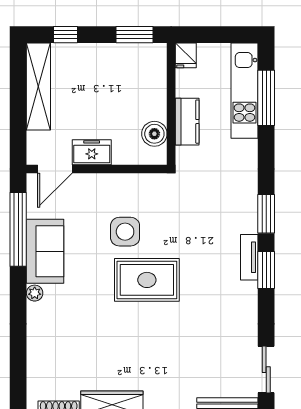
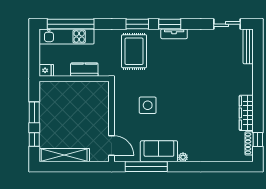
window: (134, 35) -> (34, 112), moved
window: (266, 98) -> (71, 24), width x1.46
boiler: (154, 134) -> (91, 88), removed
freezer: (92, 152) -> (102, 124), removed
tv unit: (249, 257) -> (174, 34), moved
rug: (147, 280) -> (134, 51), moved

